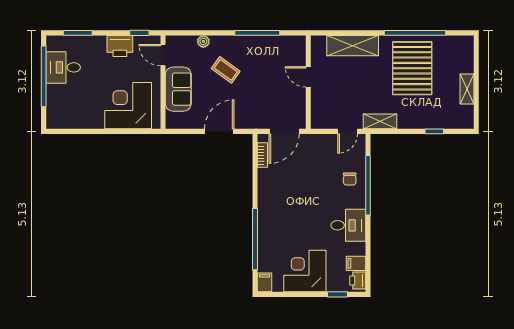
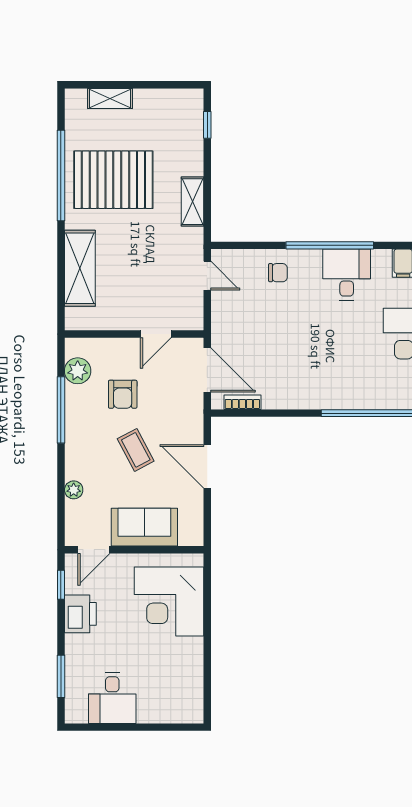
plant: (284, 44) -> (78, 371), added
coffee table: (226, 70) -> (136, 450), moved, turned -64
armchair: (268, 74) -> (123, 394), added
window: (44, 76) -> (126, 727), removed
door: (308, 77) -> (156, 334), moved
shelving: (467, 89) -> (110, 98), moved
shelving: (380, 121) -> (192, 202), moved
window: (434, 131) -> (207, 125), moved
window: (368, 185) -> (330, 245), moved

